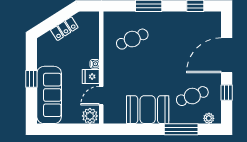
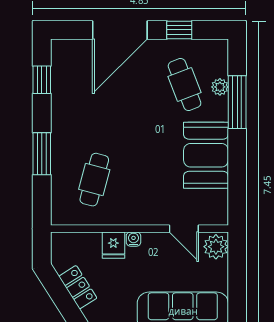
cafe table: (132, 39) -> (94, 180), turned 39
door: (227, 55) -> (120, 30), hinge flipped
fridge: (91, 76) -> (113, 245), moved
plant: (209, 118) -> (220, 87), moved

